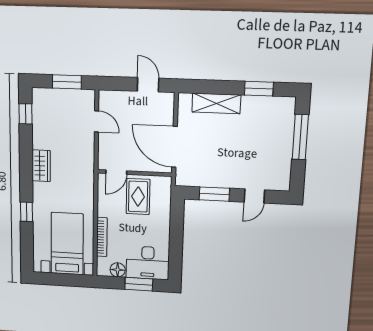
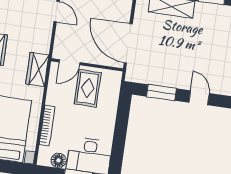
wardrobe: (85, 182) -> (37, 69), added
door: (254, 196) -> (199, 98), swing flipped

